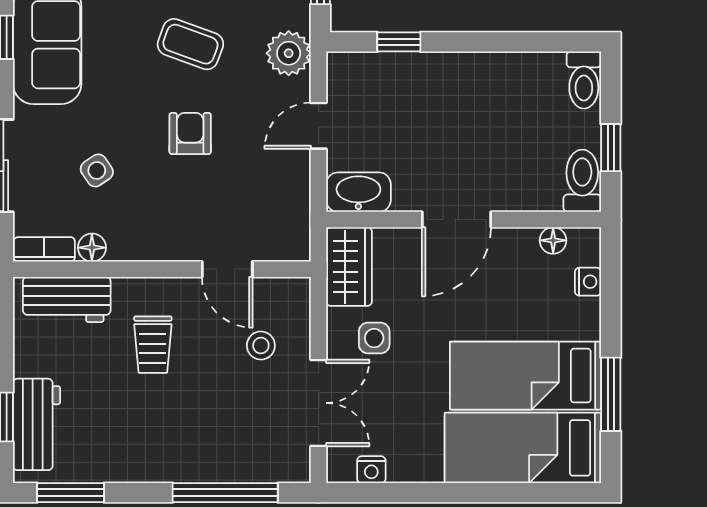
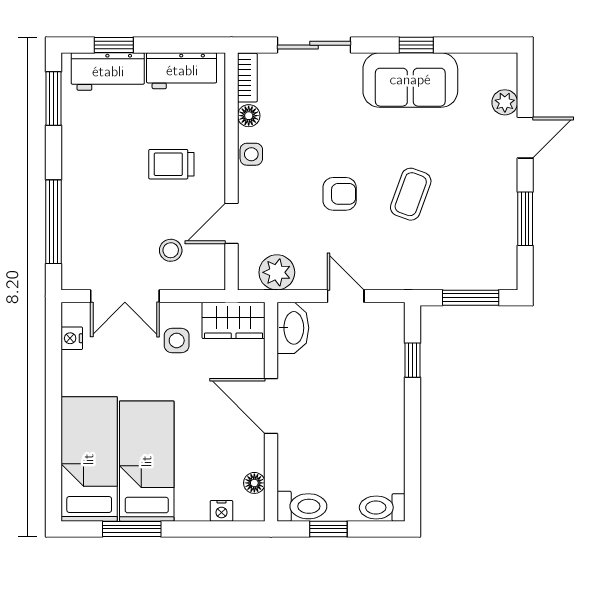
plant: (289, 53) -> (277, 272), moved
side table: (97, 170) -> (251, 154), moved, turned 34
workbench: (67, 299) -> (182, 71), moved, turned -90

